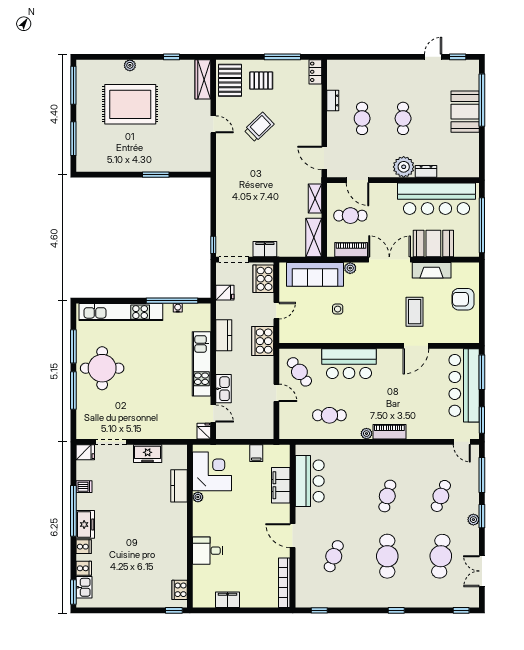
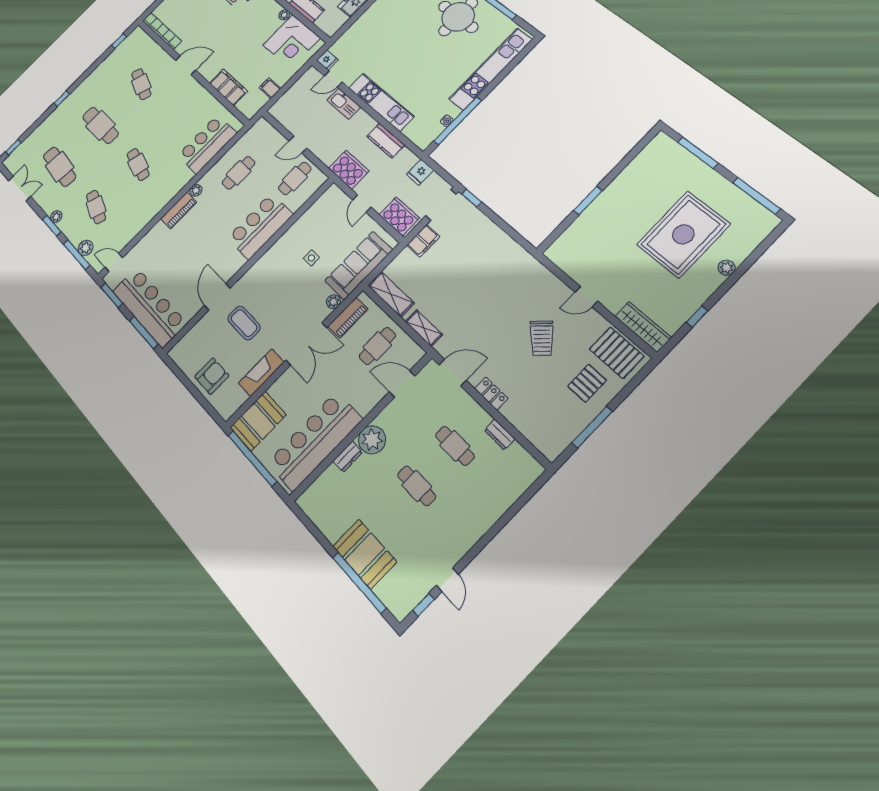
locker: (315, 72) -> (491, 394), moved
booth: (433, 243) -> (258, 421), moved
cafe table: (299, 372) -> (295, 179), turned -54
plant: (472, 473) -> (86, 248), added
bar counter: (310, 481) -> (207, 144), moved, turned 90

